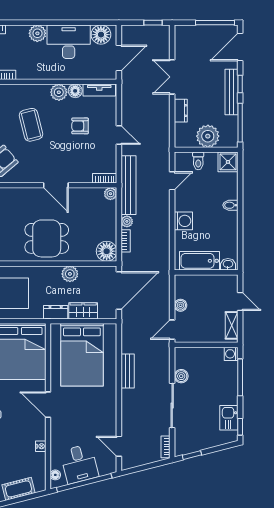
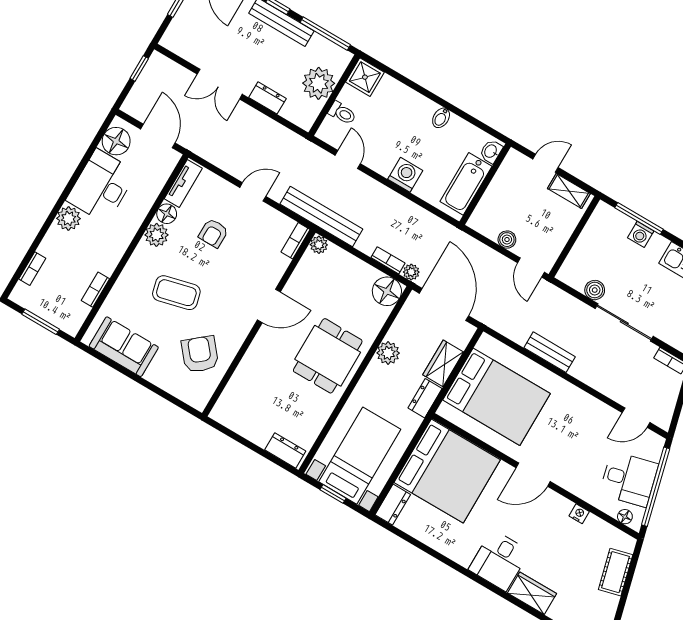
bidet: (230, 205) -> (441, 118), moved
plant: (127, 221) -> (411, 272), moved
washing machine: (231, 354) -> (641, 234), moved

